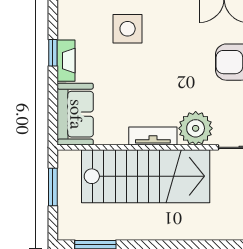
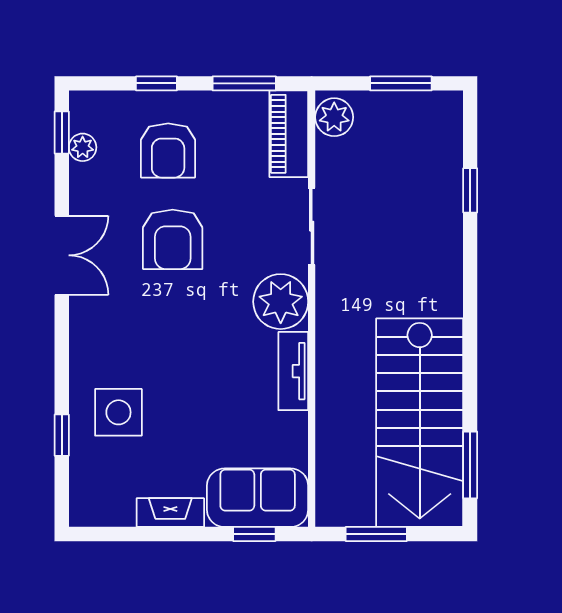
window: (53, 53) -> (254, 534), moved
stairs: (146, 176) -> (420, 423), moved, turned 180

